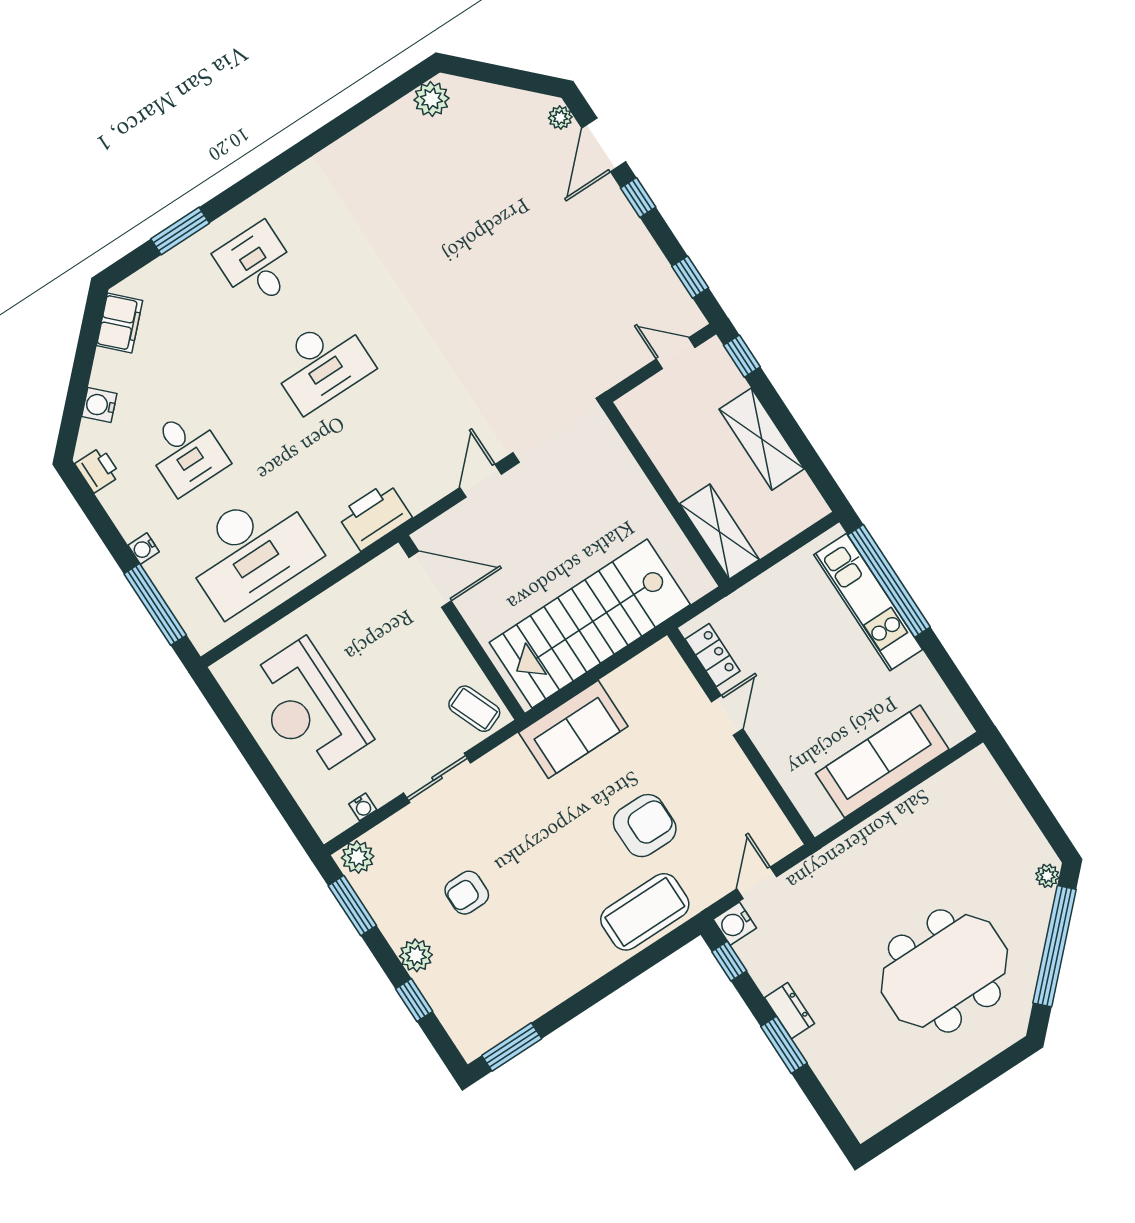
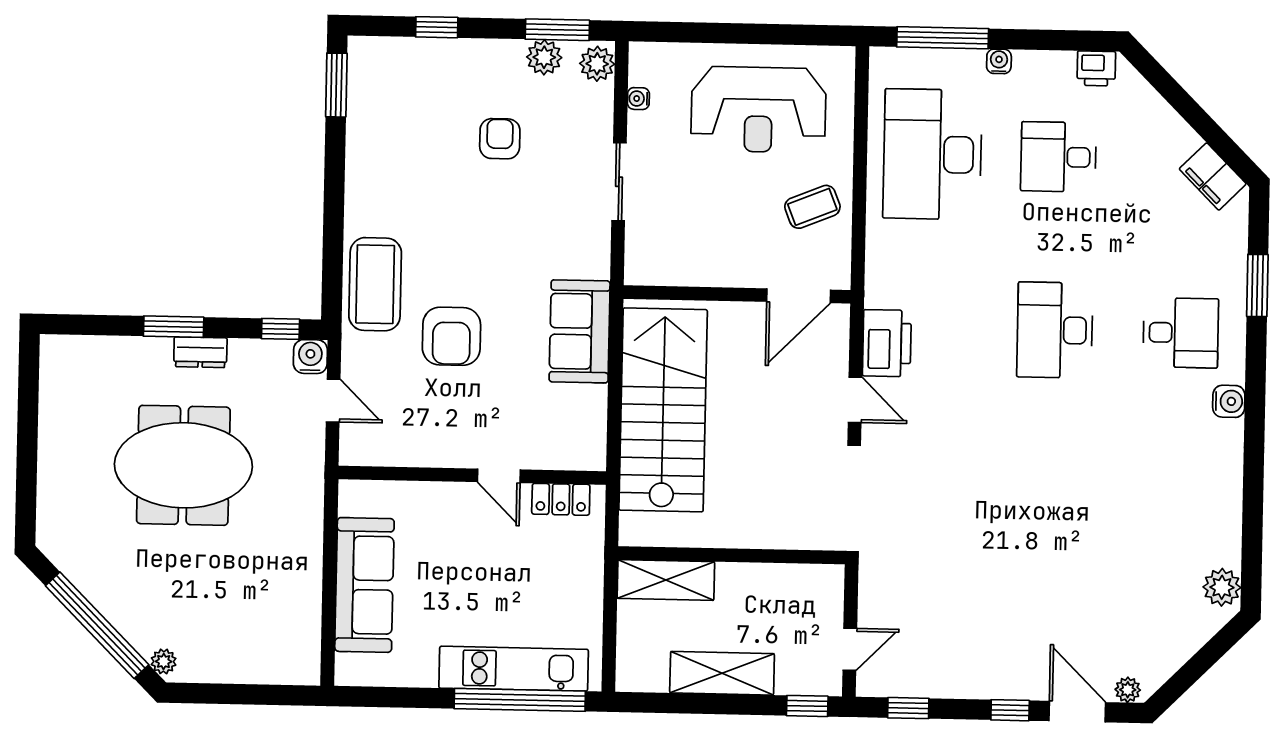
water cooler: (99, 405) -> (1229, 401), moved, turned 45
printer: (375, 516) -> (887, 343), moved
reception desk: (308, 709) -> (758, 110), turned 180
coffee table: (474, 709) -> (812, 207), moved
plant: (416, 955) -> (544, 57), moved
meeting table: (944, 971) -> (183, 465), moved, turned 90

